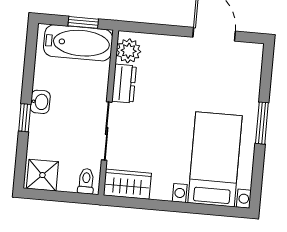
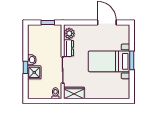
bathtub: (78, 43) -> (46, 32), removed
bed with nightstands: (215, 159) -> (109, 61), moved, turned -90
shower: (42, 175) -> (34, 72), moved

